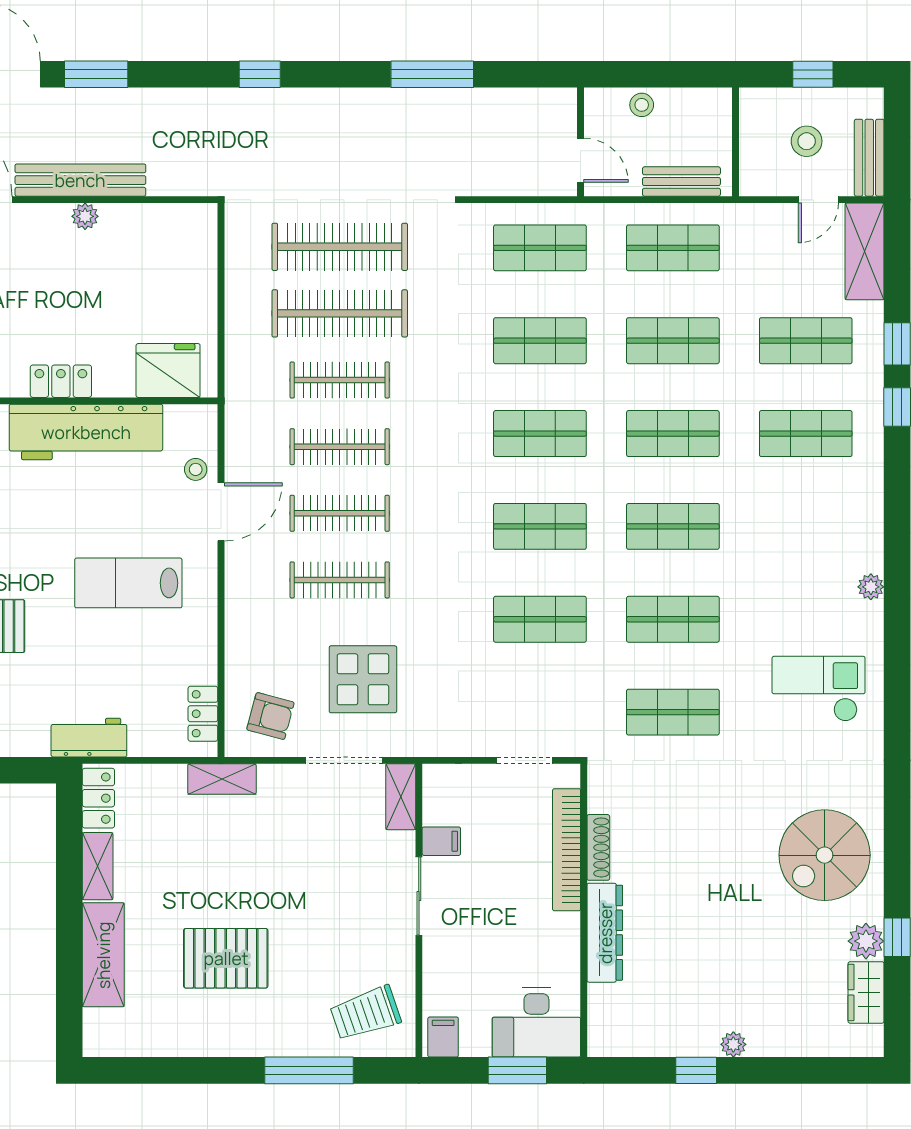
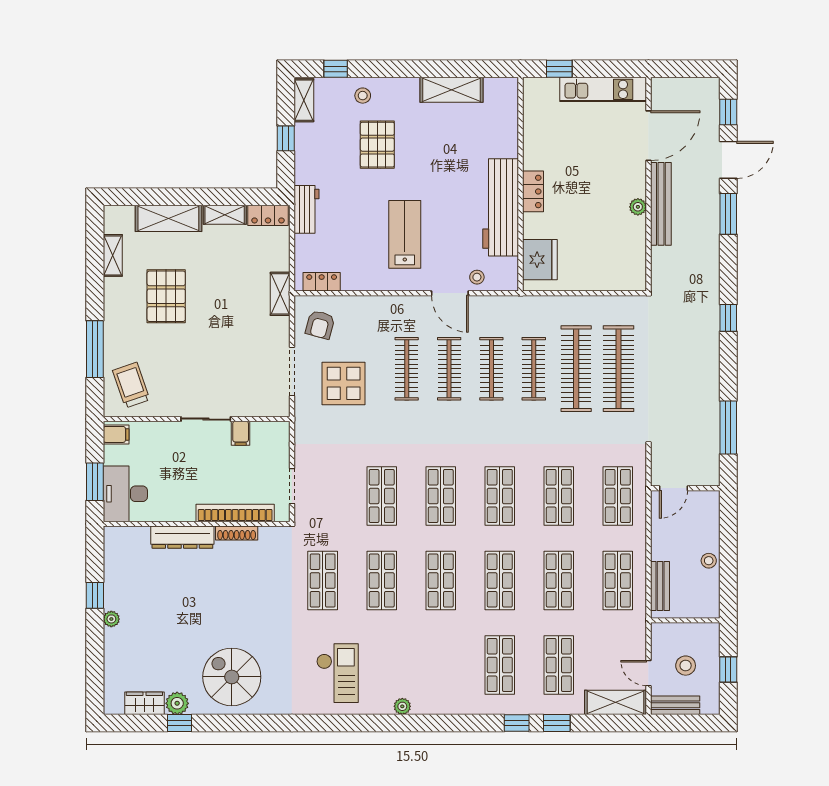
wall: (580, 142) -> (685, 488), moved
door: (580, 160) -> (673, 488), moved
shelving: (401, 797) -> (113, 255), moved, turned 90

